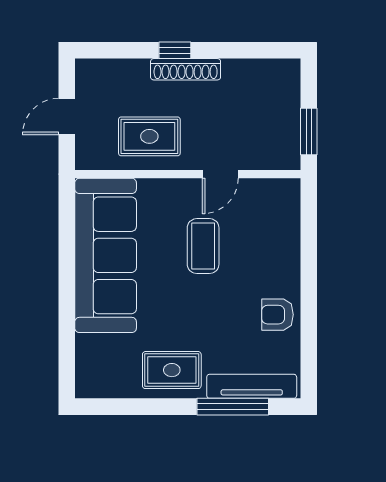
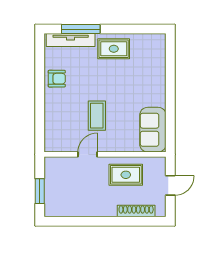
window: (175, 50) -> (112, 221), removed
shoe rack: (186, 69) -> (136, 211), moved
window: (309, 131) -> (40, 191), moved
sofa: (106, 255) -> (153, 130), width x0.54, depth x0.79

